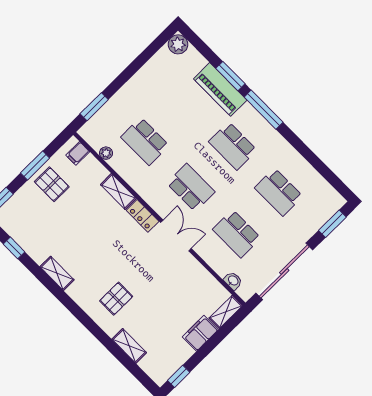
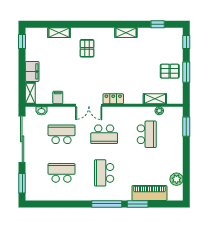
plant: (178, 44) -> (177, 179), moved
piano: (220, 89) -> (149, 193), moved
school desk: (145, 141) -> (147, 134), turned 90
school desk: (233, 146) -> (104, 173), turned -90
filing cabinet: (78, 153) -> (58, 97), moved
shelving: (118, 192) -> (155, 99), moved

